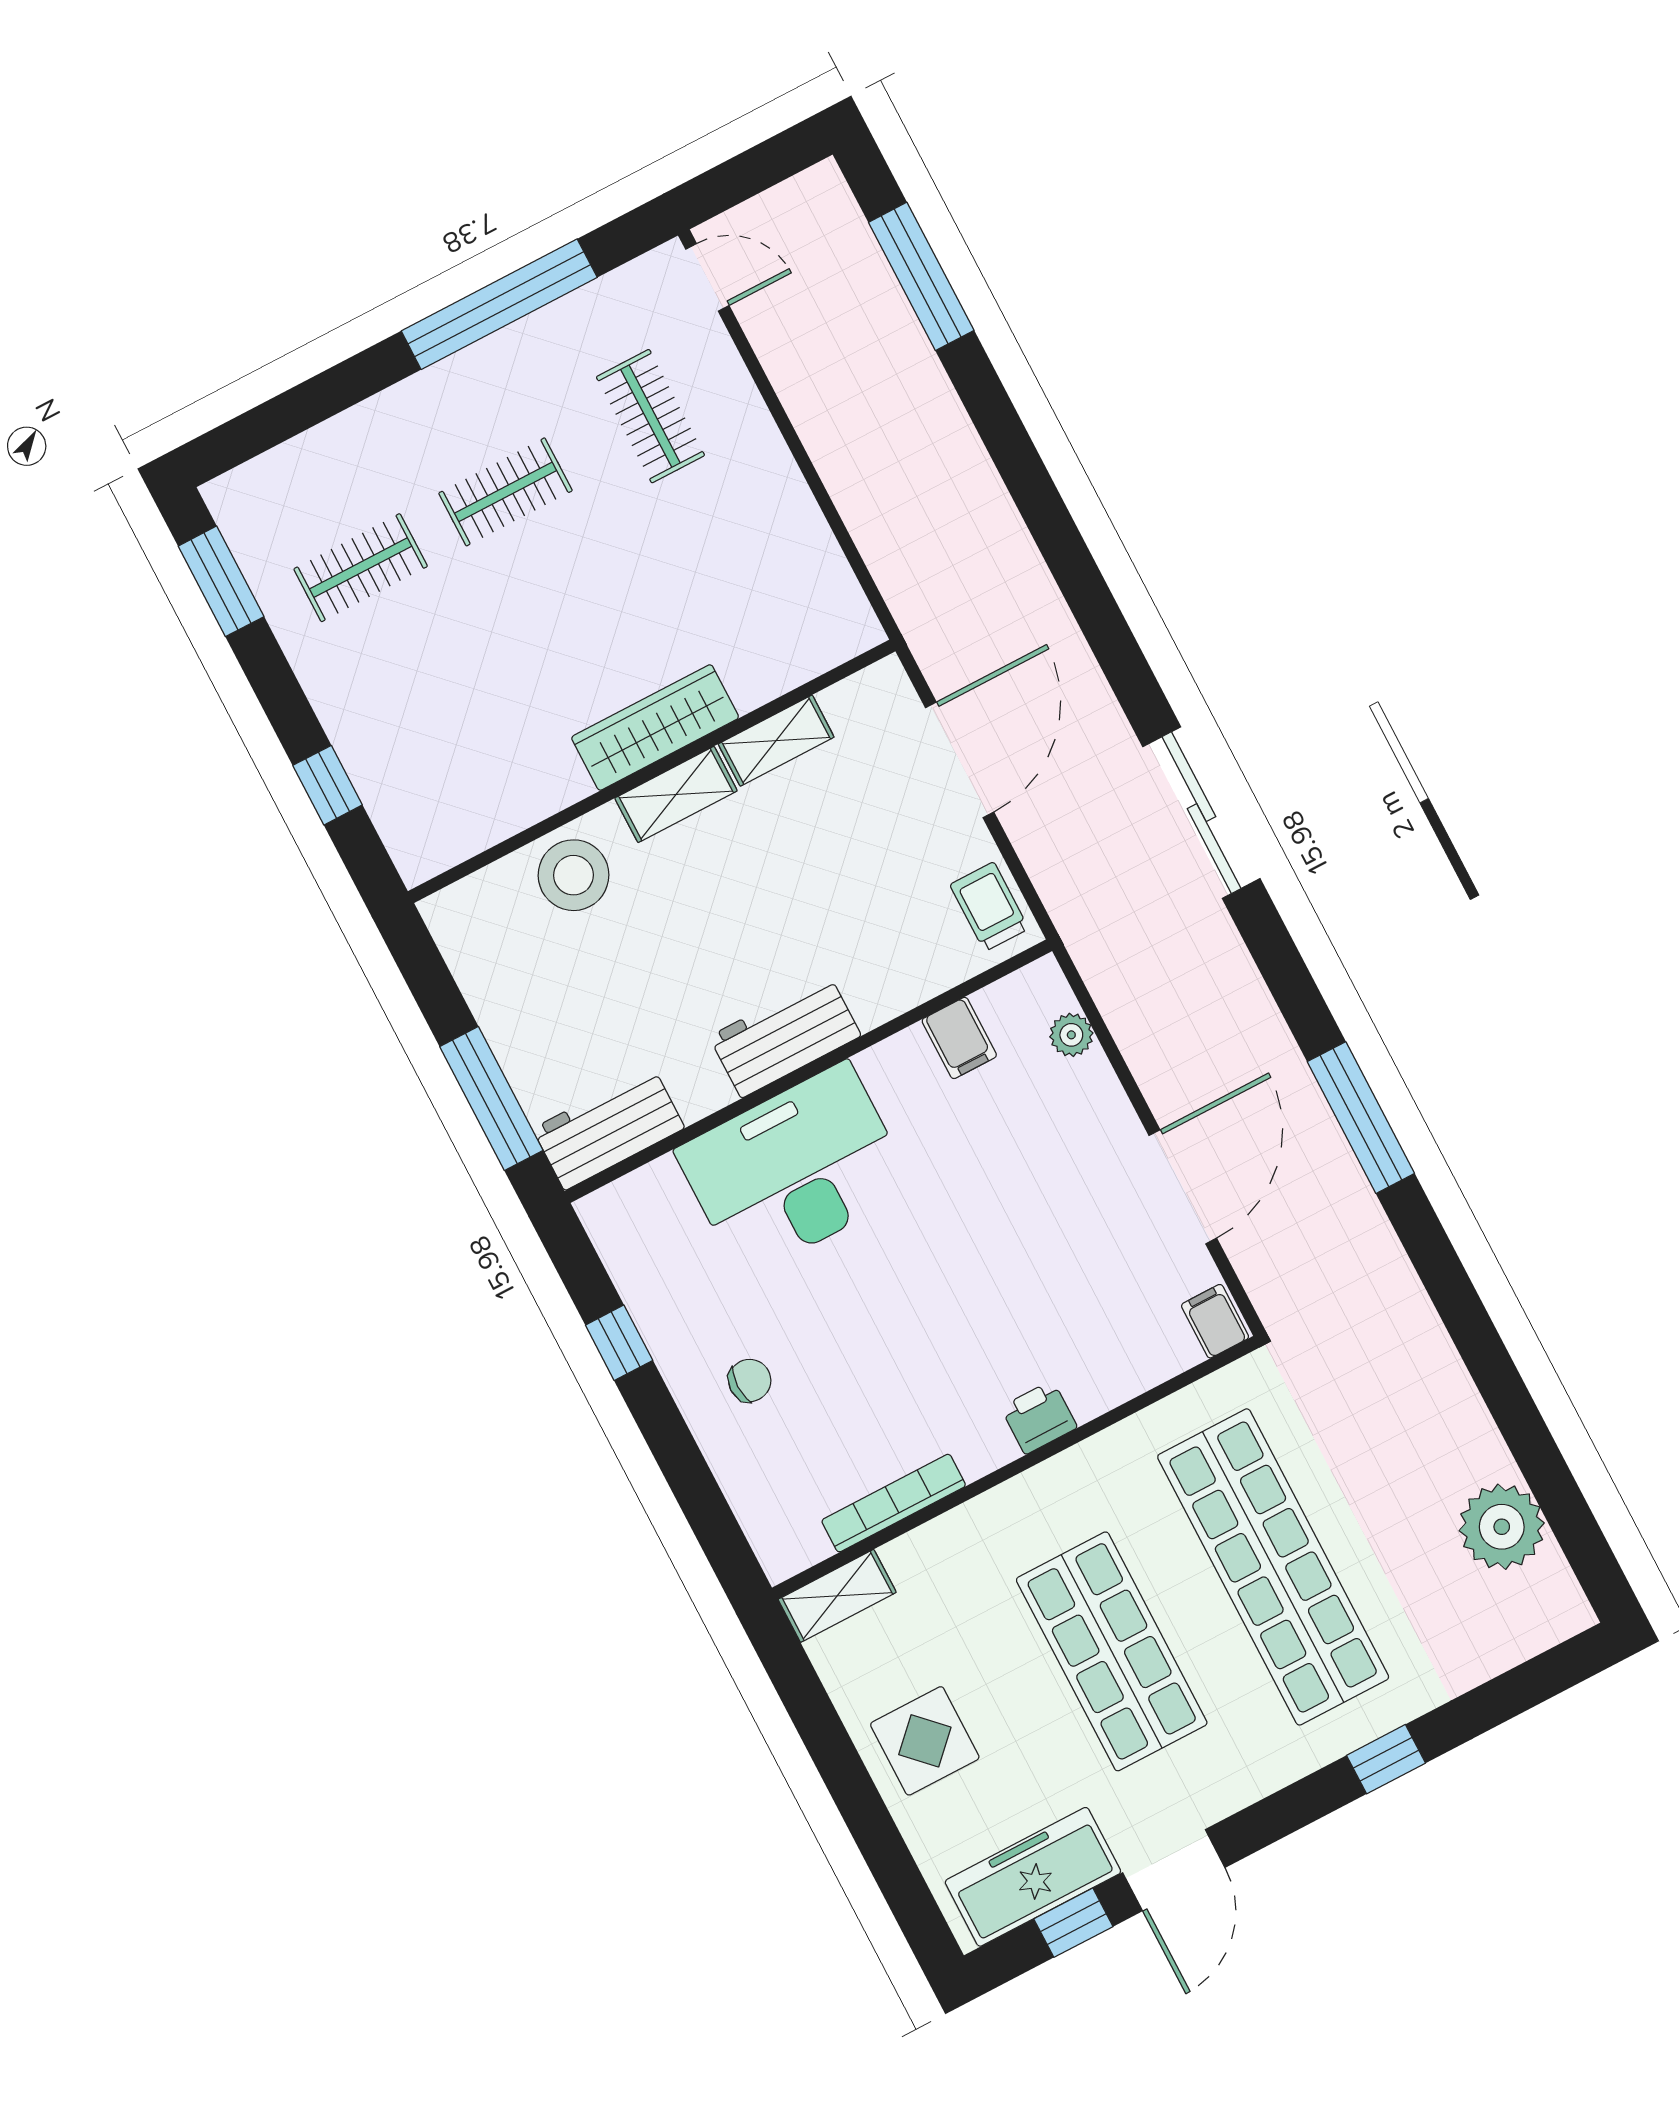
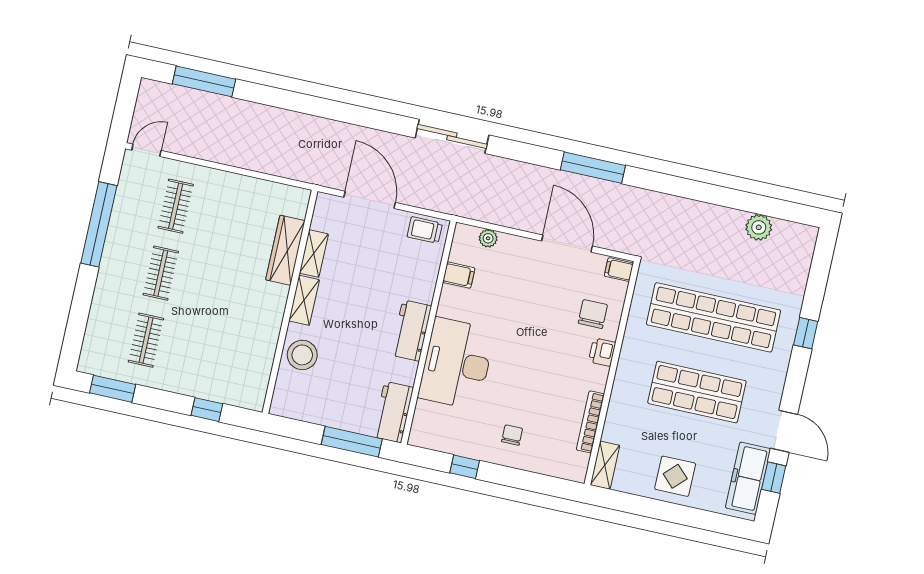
clothes rail: (650, 416) -> (176, 206), turned 90
wardrobe: (655, 727) -> (285, 250), moved
chair: (1094, 1342) -> (593, 314), added
plant: (1502, 1527) -> (759, 227), width x0.73, depth x0.73

